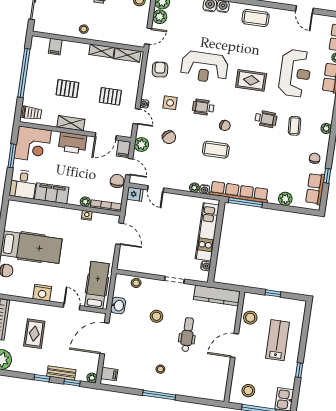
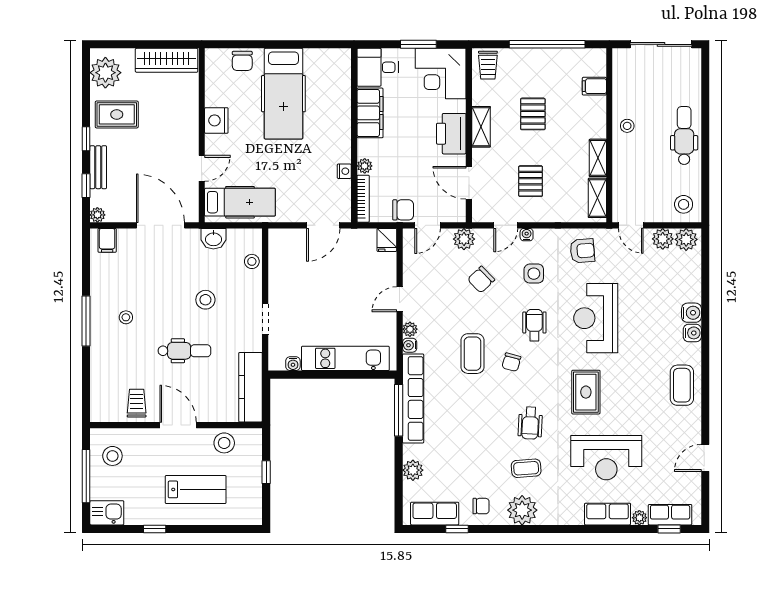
plant: (326, 128) -> (522, 510), width x1.87, depth x1.87
filing cabinet: (124, 149) -> (453, 213), removed
door: (156, 189) -> (400, 299), moved
rug: (34, 334) -> (117, 114), moved
trolley: (217, 370) -> (137, 403), added

